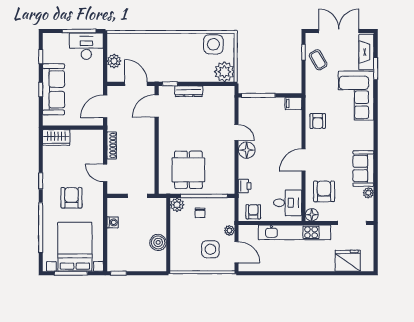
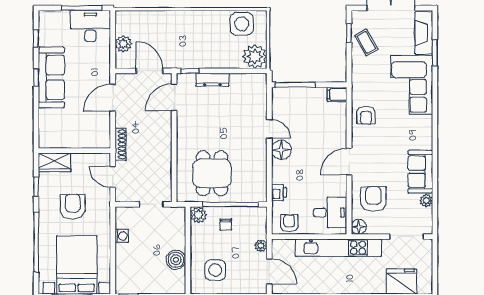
wall: (73, 128) -> (74, 151), moved
wardrobe: (56, 137) -> (55, 162), moved
side table: (210, 249) -> (215, 270), moved

